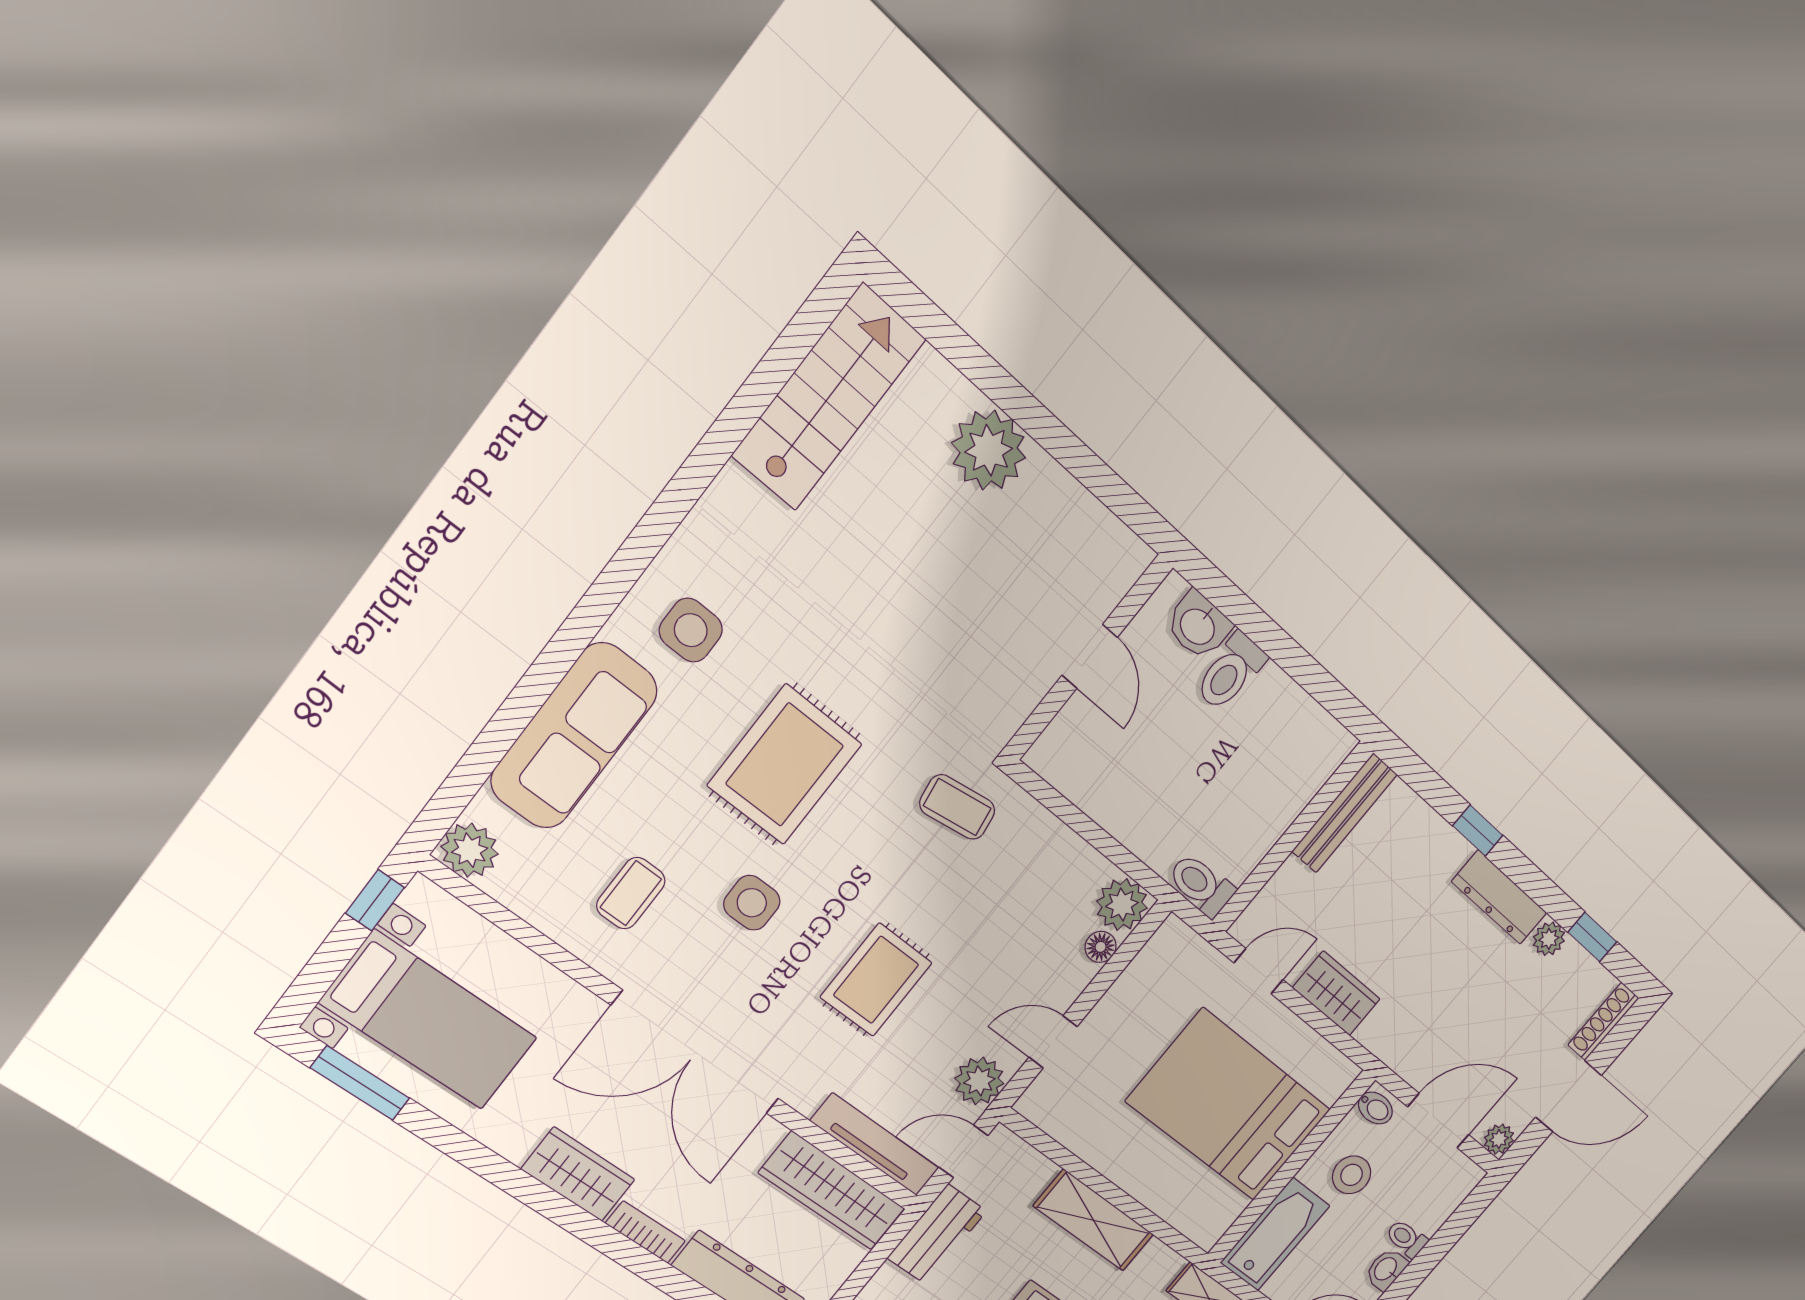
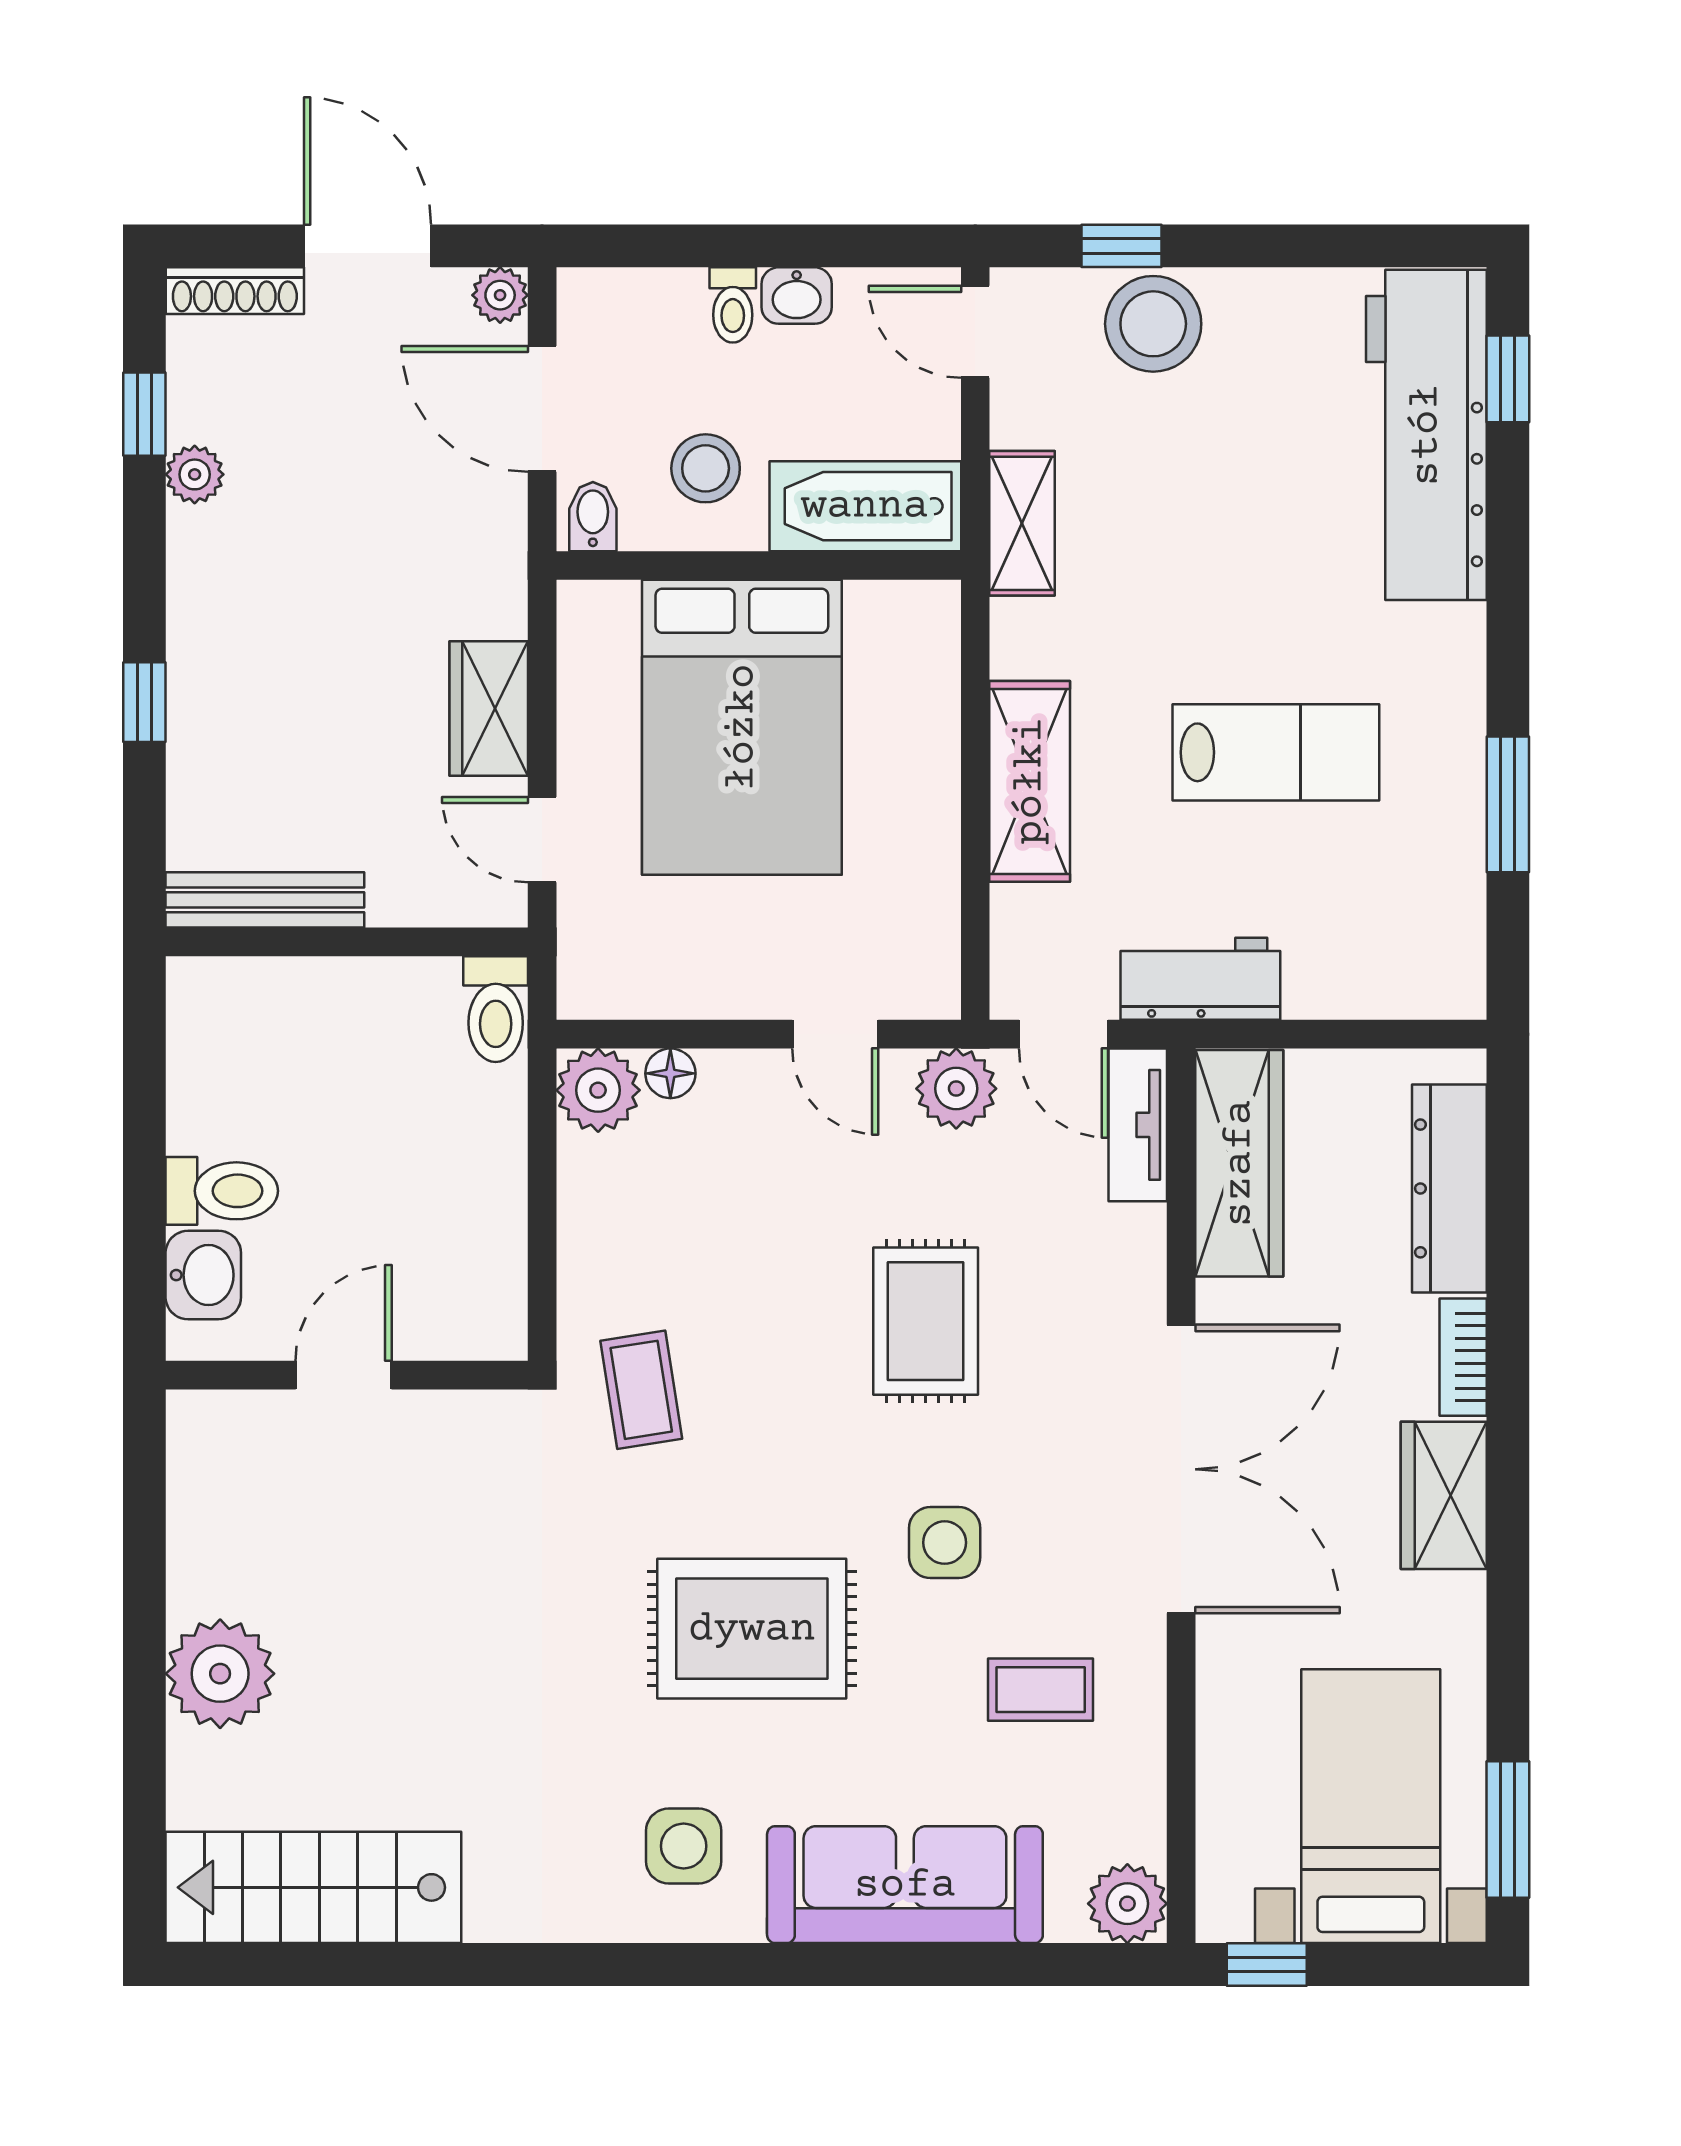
dresser: (1499, 897) -> (199, 595), removed
rug: (876, 980) -> (926, 1321), turned 90
tv unit: (875, 1145) -> (1138, 1125), width x0.71

